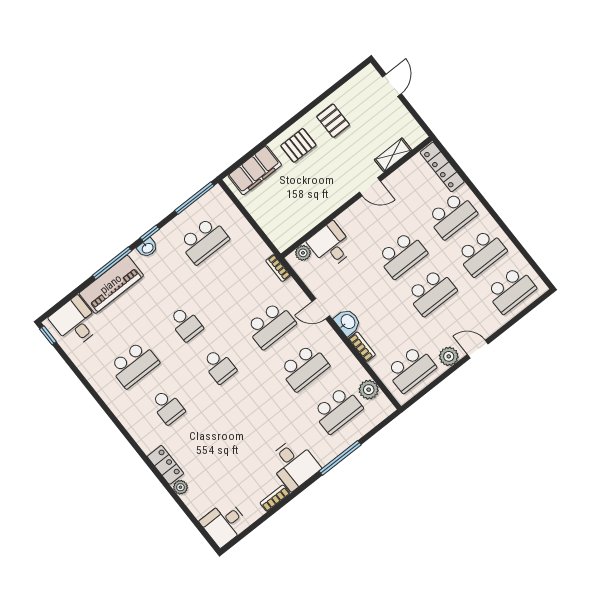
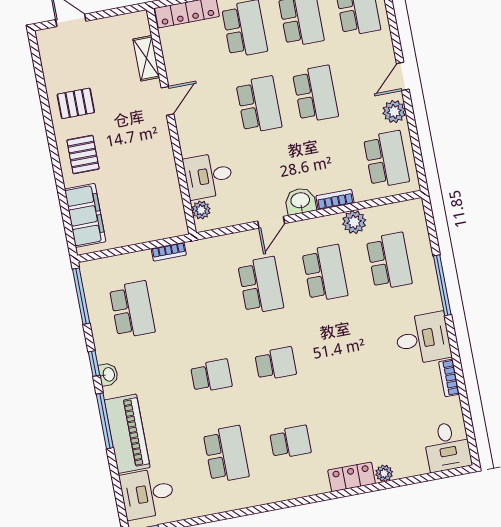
bookcase: (278, 268) -> (169, 252), moved
plant: (369, 390) -> (354, 222), moved

